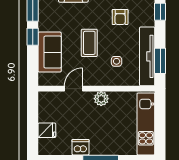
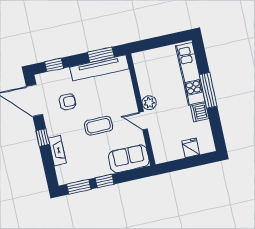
sofa: (50, 52) -> (129, 159), moved
side table: (117, 61) -> (110, 96), removed
door: (74, 89) -> (143, 121), moved
kitchen unit: (146, 124) -> (190, 74), moved, turned 90

